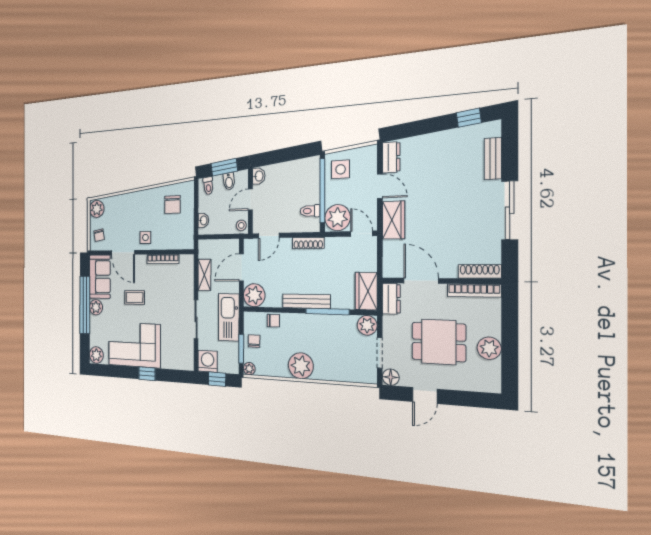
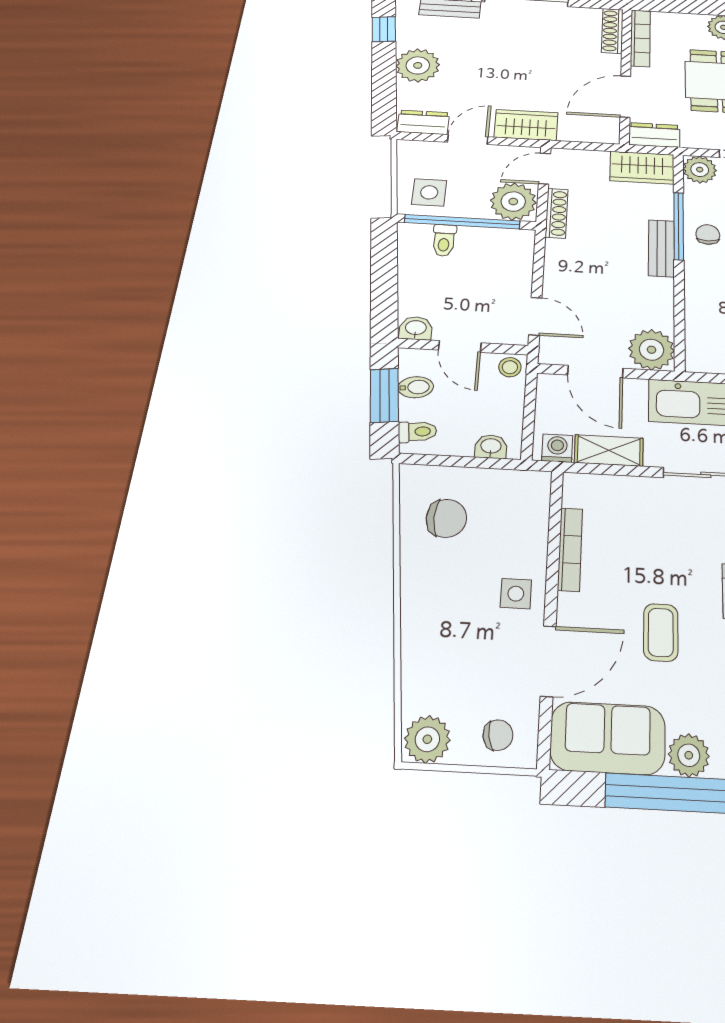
plant: (438, 146) -> (418, 65), added
toilet: (310, 211) -> (444, 240), moved
shoe rack: (308, 243) -> (557, 213), moved
washing machine: (204, 251) -> (557, 448), added
bench: (306, 301) -> (661, 248), width x0.73
chair: (273, 321) -> (708, 234), moved

